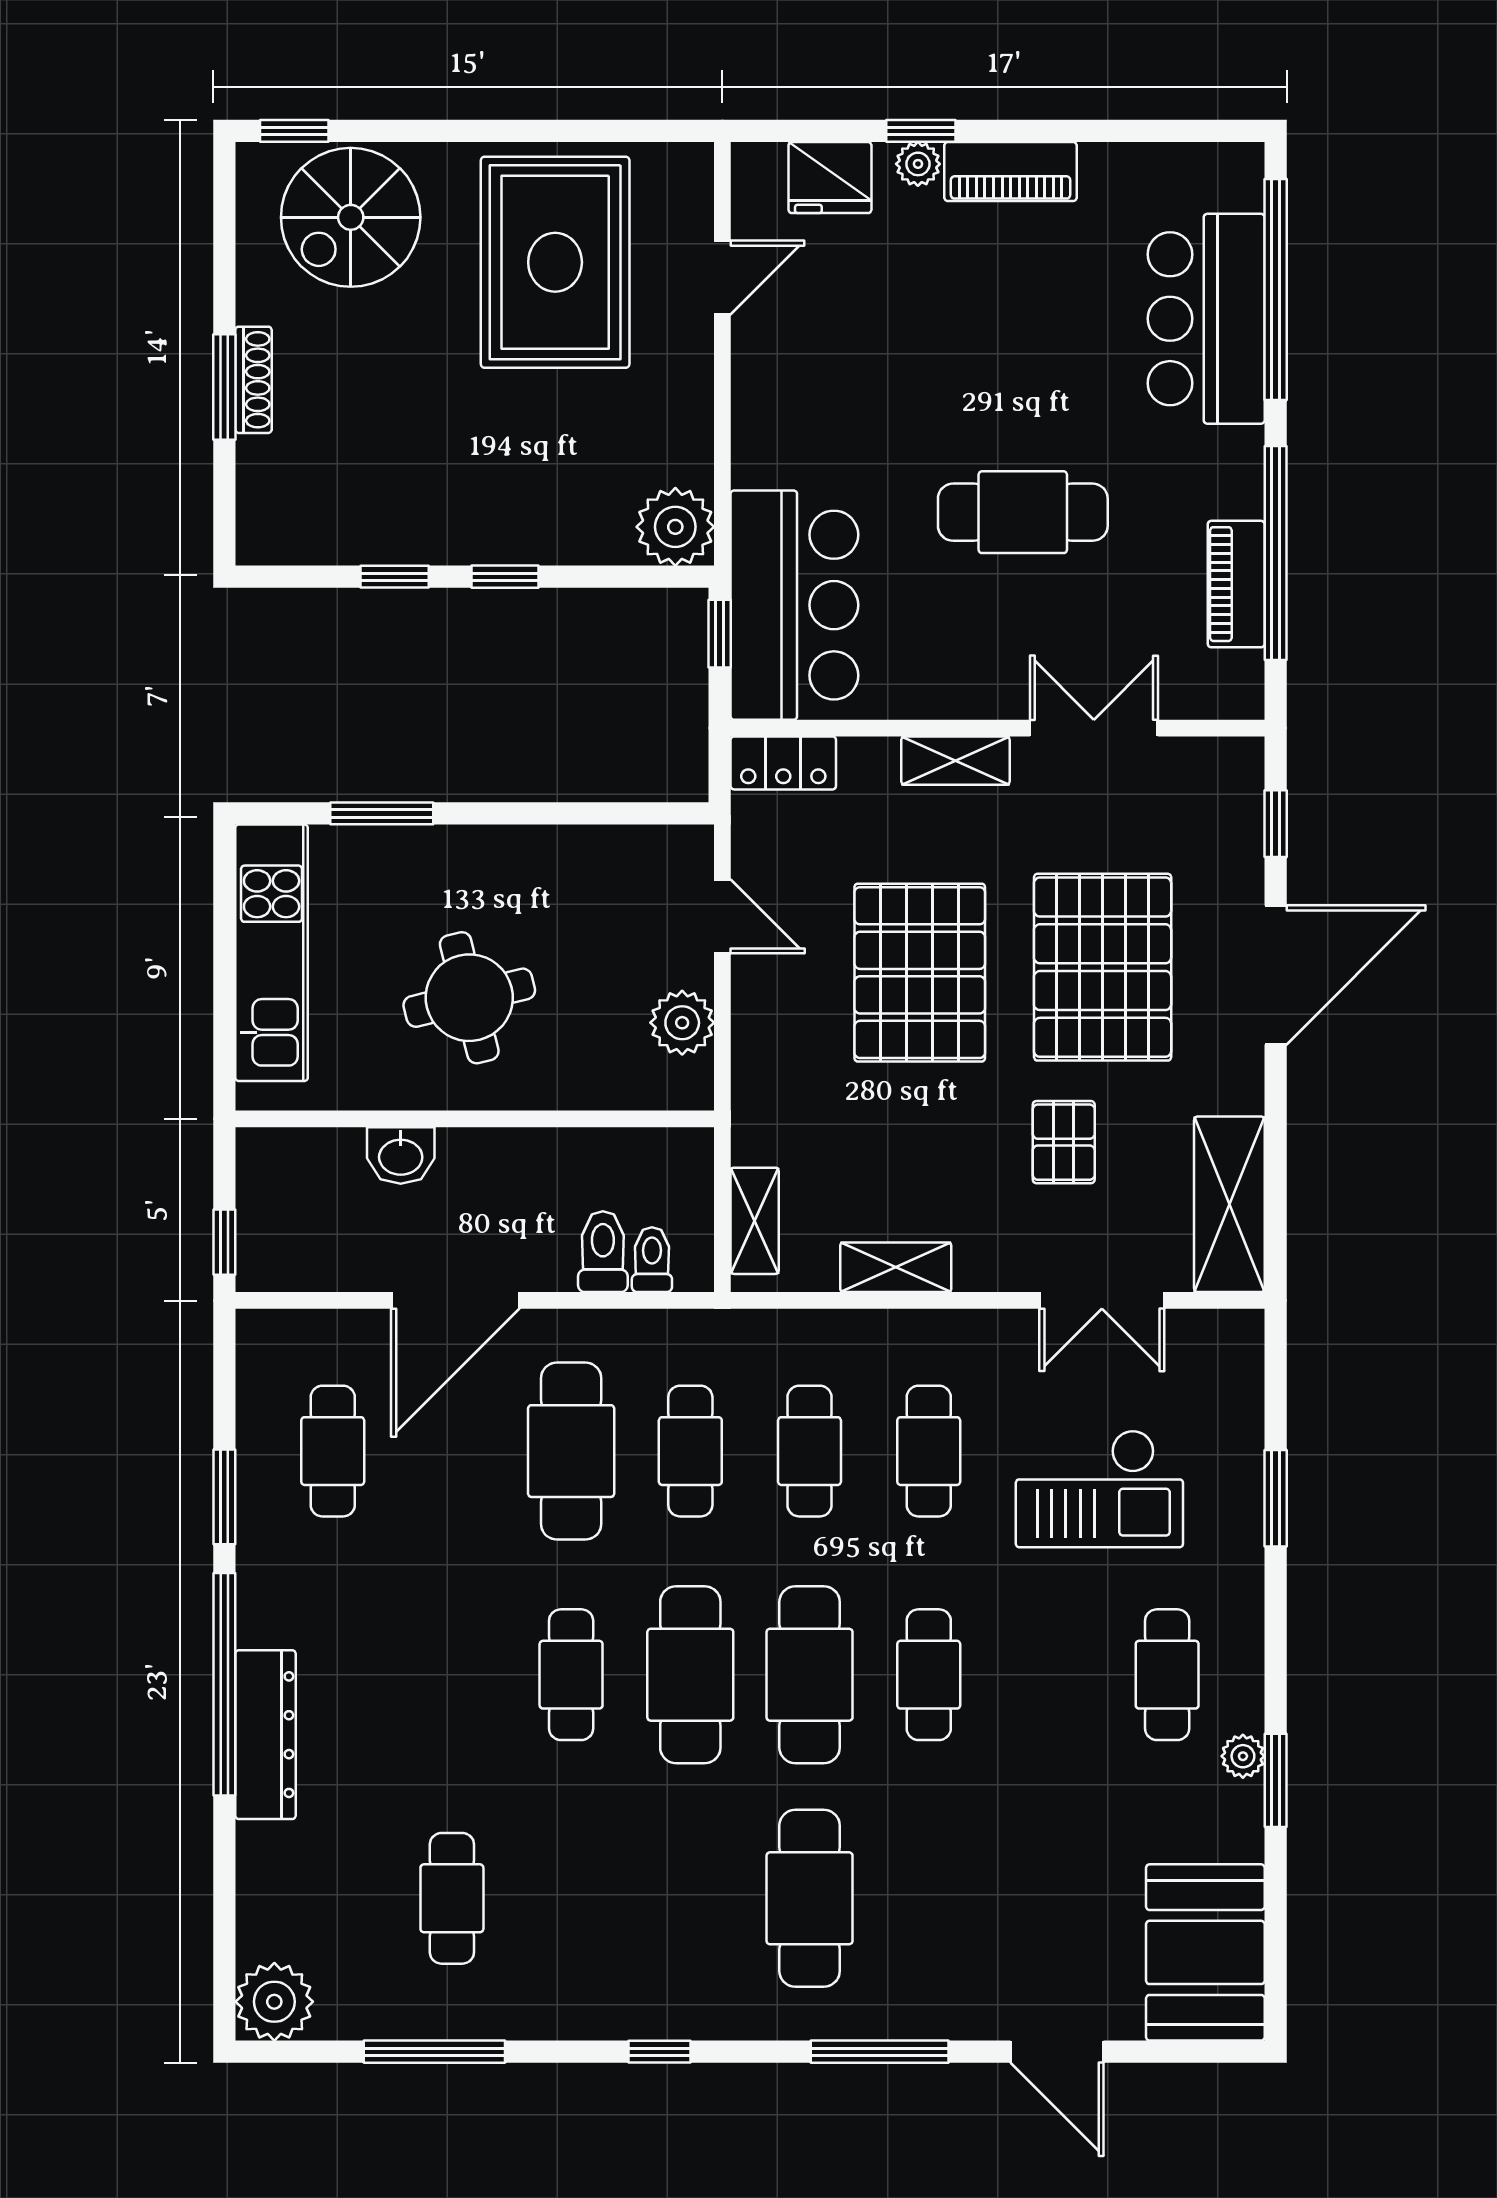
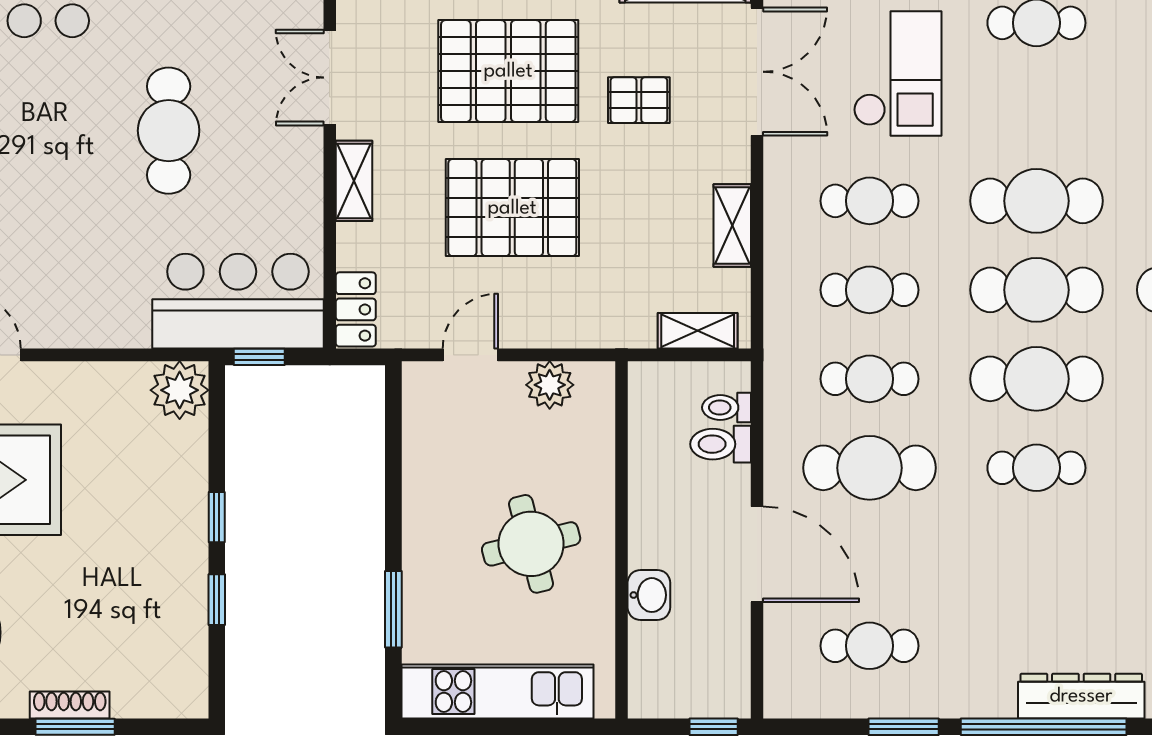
double door: (1102, 1300) -> (757, 72), width x1.37
cafe table: (929, 1675) -> (1036, 201), width x1.37, depth x1.35

